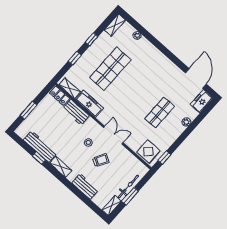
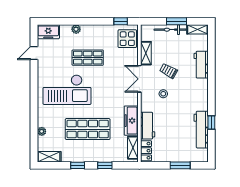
door: (196, 78) -> (34, 53), width x0.53
checkout: (150, 79) -> (67, 90), added
shelving: (61, 167) -> (146, 53), moved

